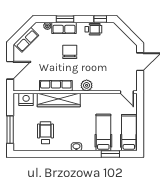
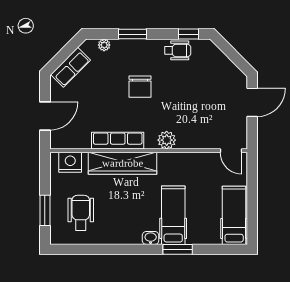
row of seats: (64, 28) -> (131, 48), removed
chair: (70, 52) -> (140, 87), turned 180
window: (10, 130) -> (45, 210), width x0.69
wheelchair: (45, 133) -> (81, 213), moved
hospital bed: (103, 133) -> (173, 215), moved
window: (110, 154) -> (178, 249), moved

